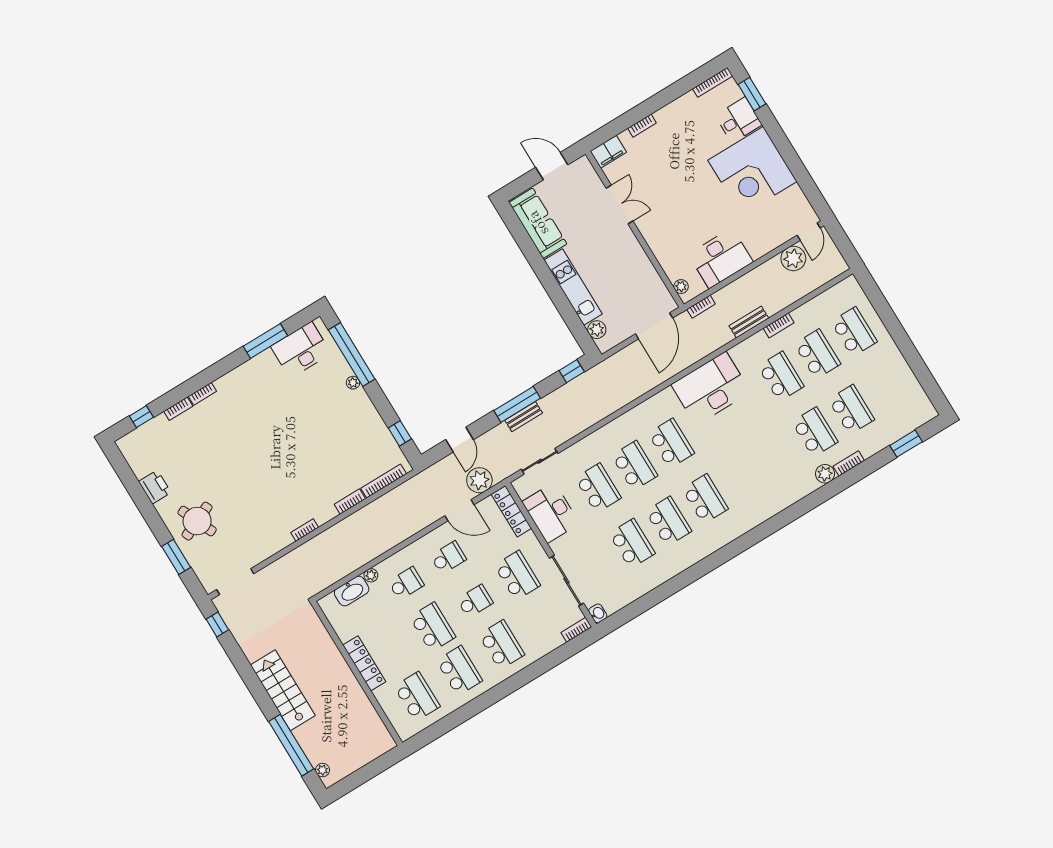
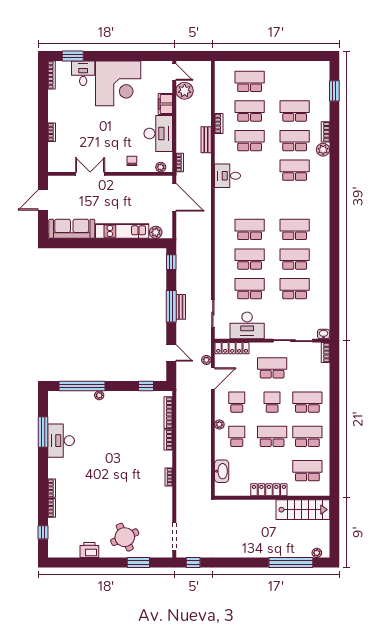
filing cabinet: (608, 152) -> (165, 104), moved, turned 180
chair: (667, 246) -> (132, 161), added
desk: (301, 350) -> (61, 441), moved
desk: (711, 388) -> (228, 176), width x0.53, depth x0.77
school desk: (778, 454) -> (295, 170), added
plant: (479, 480) -> (206, 360), width x0.53, depth x0.53
plant: (371, 575) -> (219, 425), moved
stairs: (283, 690) -> (303, 510), moved, turned 180

